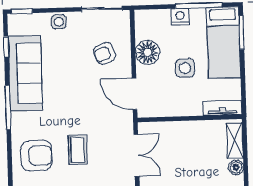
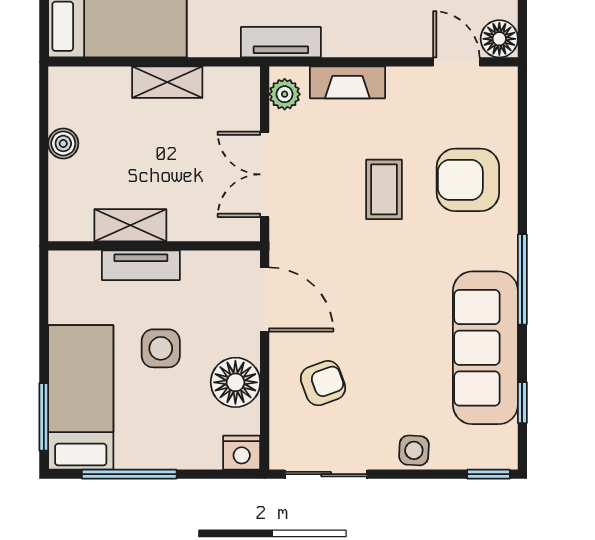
nightstand: (180, 17) -> (242, 453), moved
tv unit: (222, 108) -> (141, 265), moved
shelving: (235, 141) -> (130, 225), moved, turned 90

